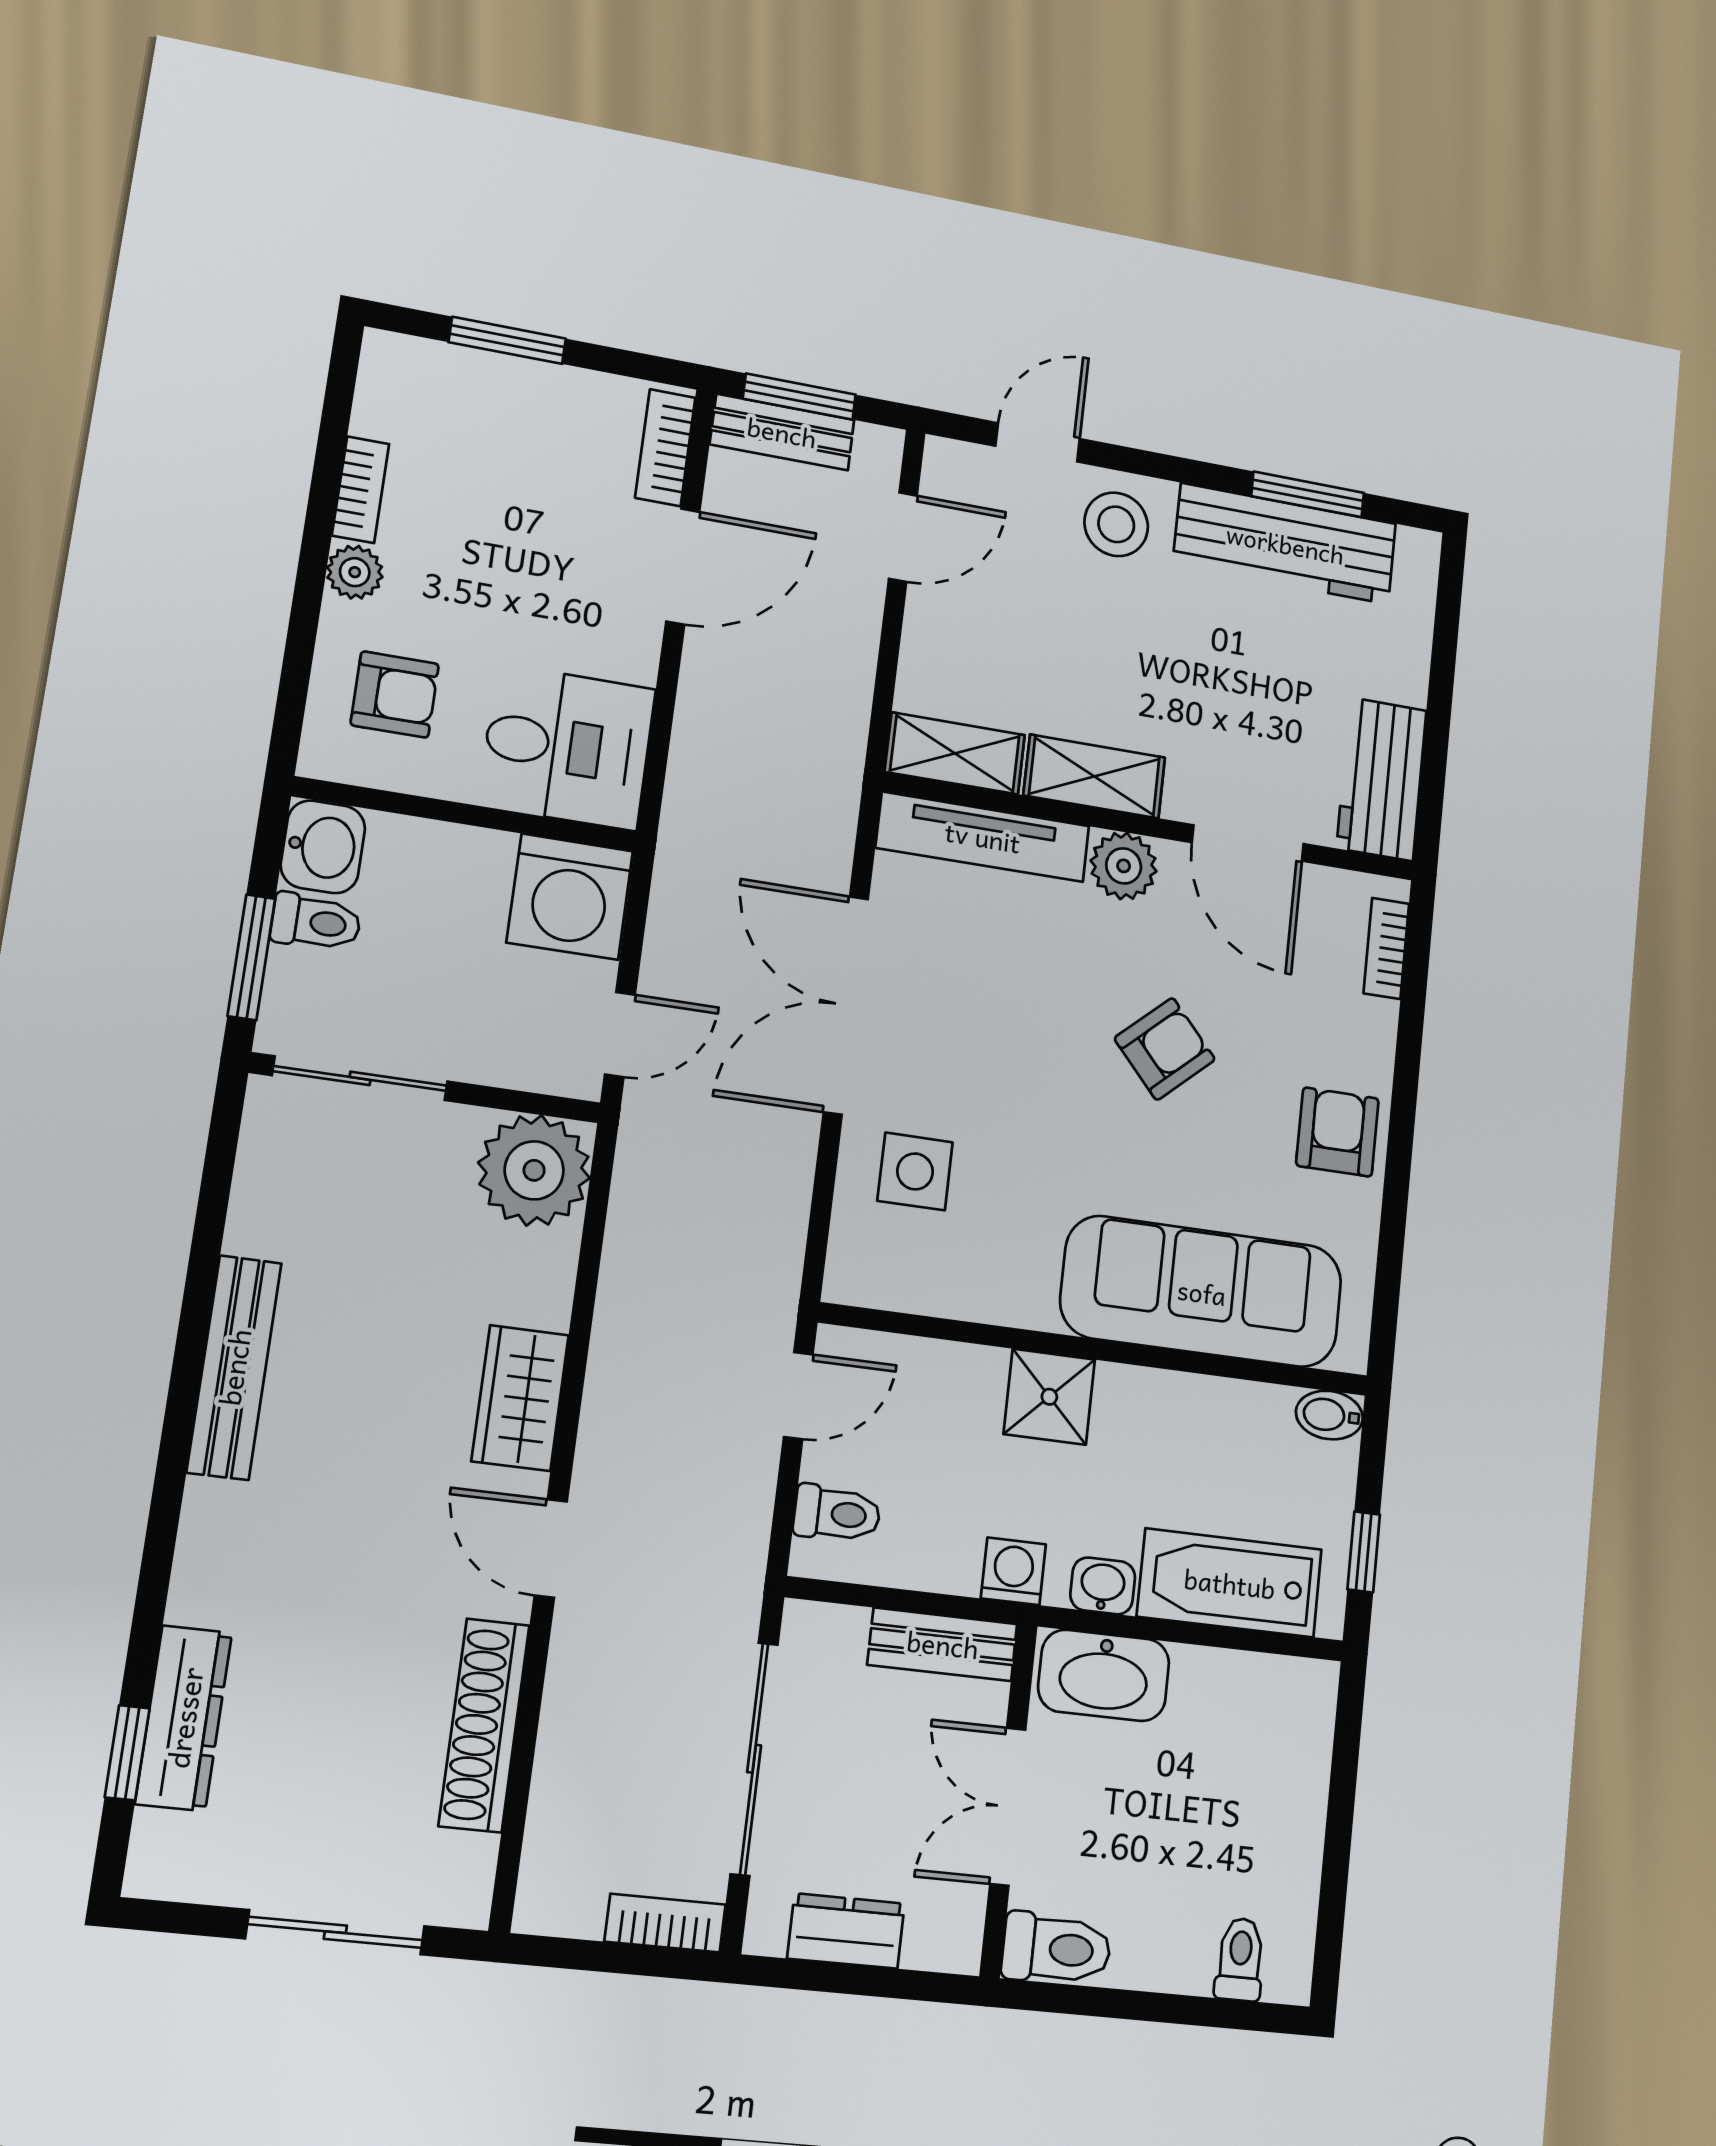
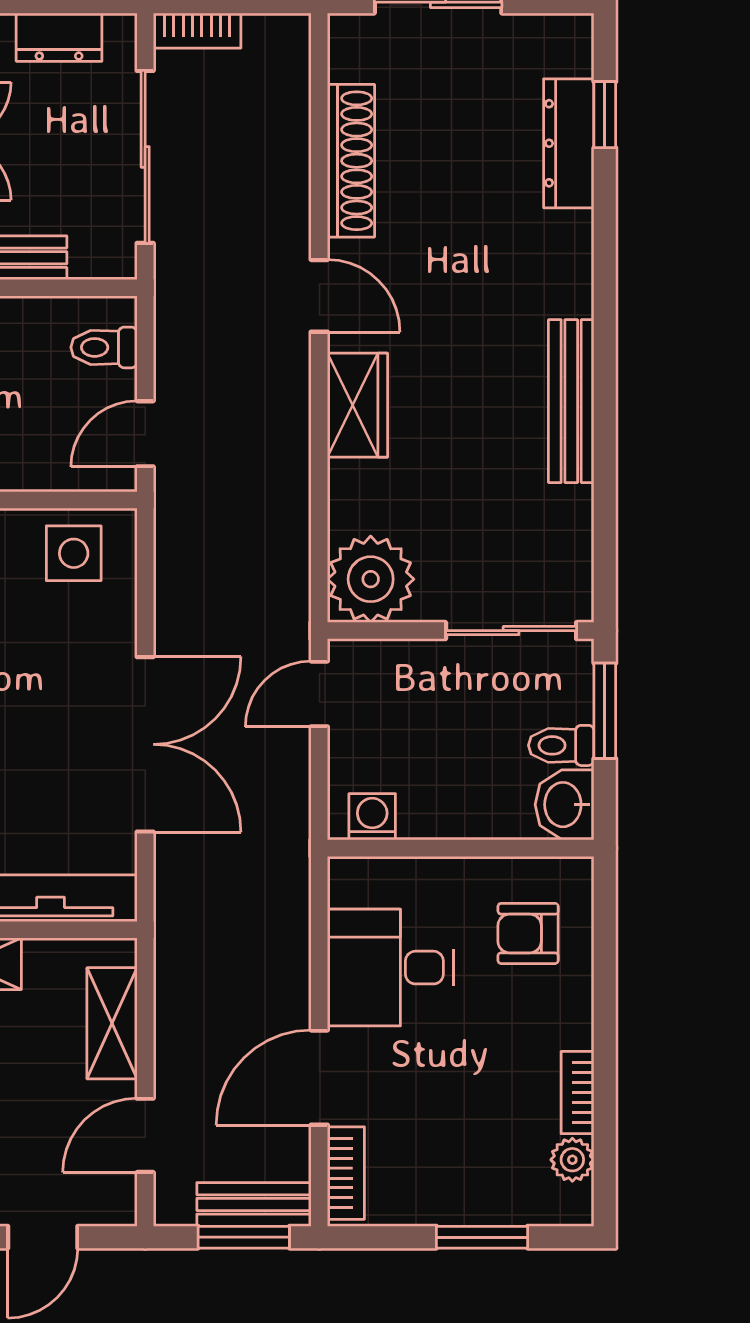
plant: (355, 572) -> (572, 1160), moved
desk: (567, 747) -> (390, 968), moved
shelving: (955, 753) -> (112, 1023), moved, turned 90
washing machine: (570, 897) -> (372, 817), width x0.53, depth x0.53
side table: (915, 1171) -> (74, 553), moved

